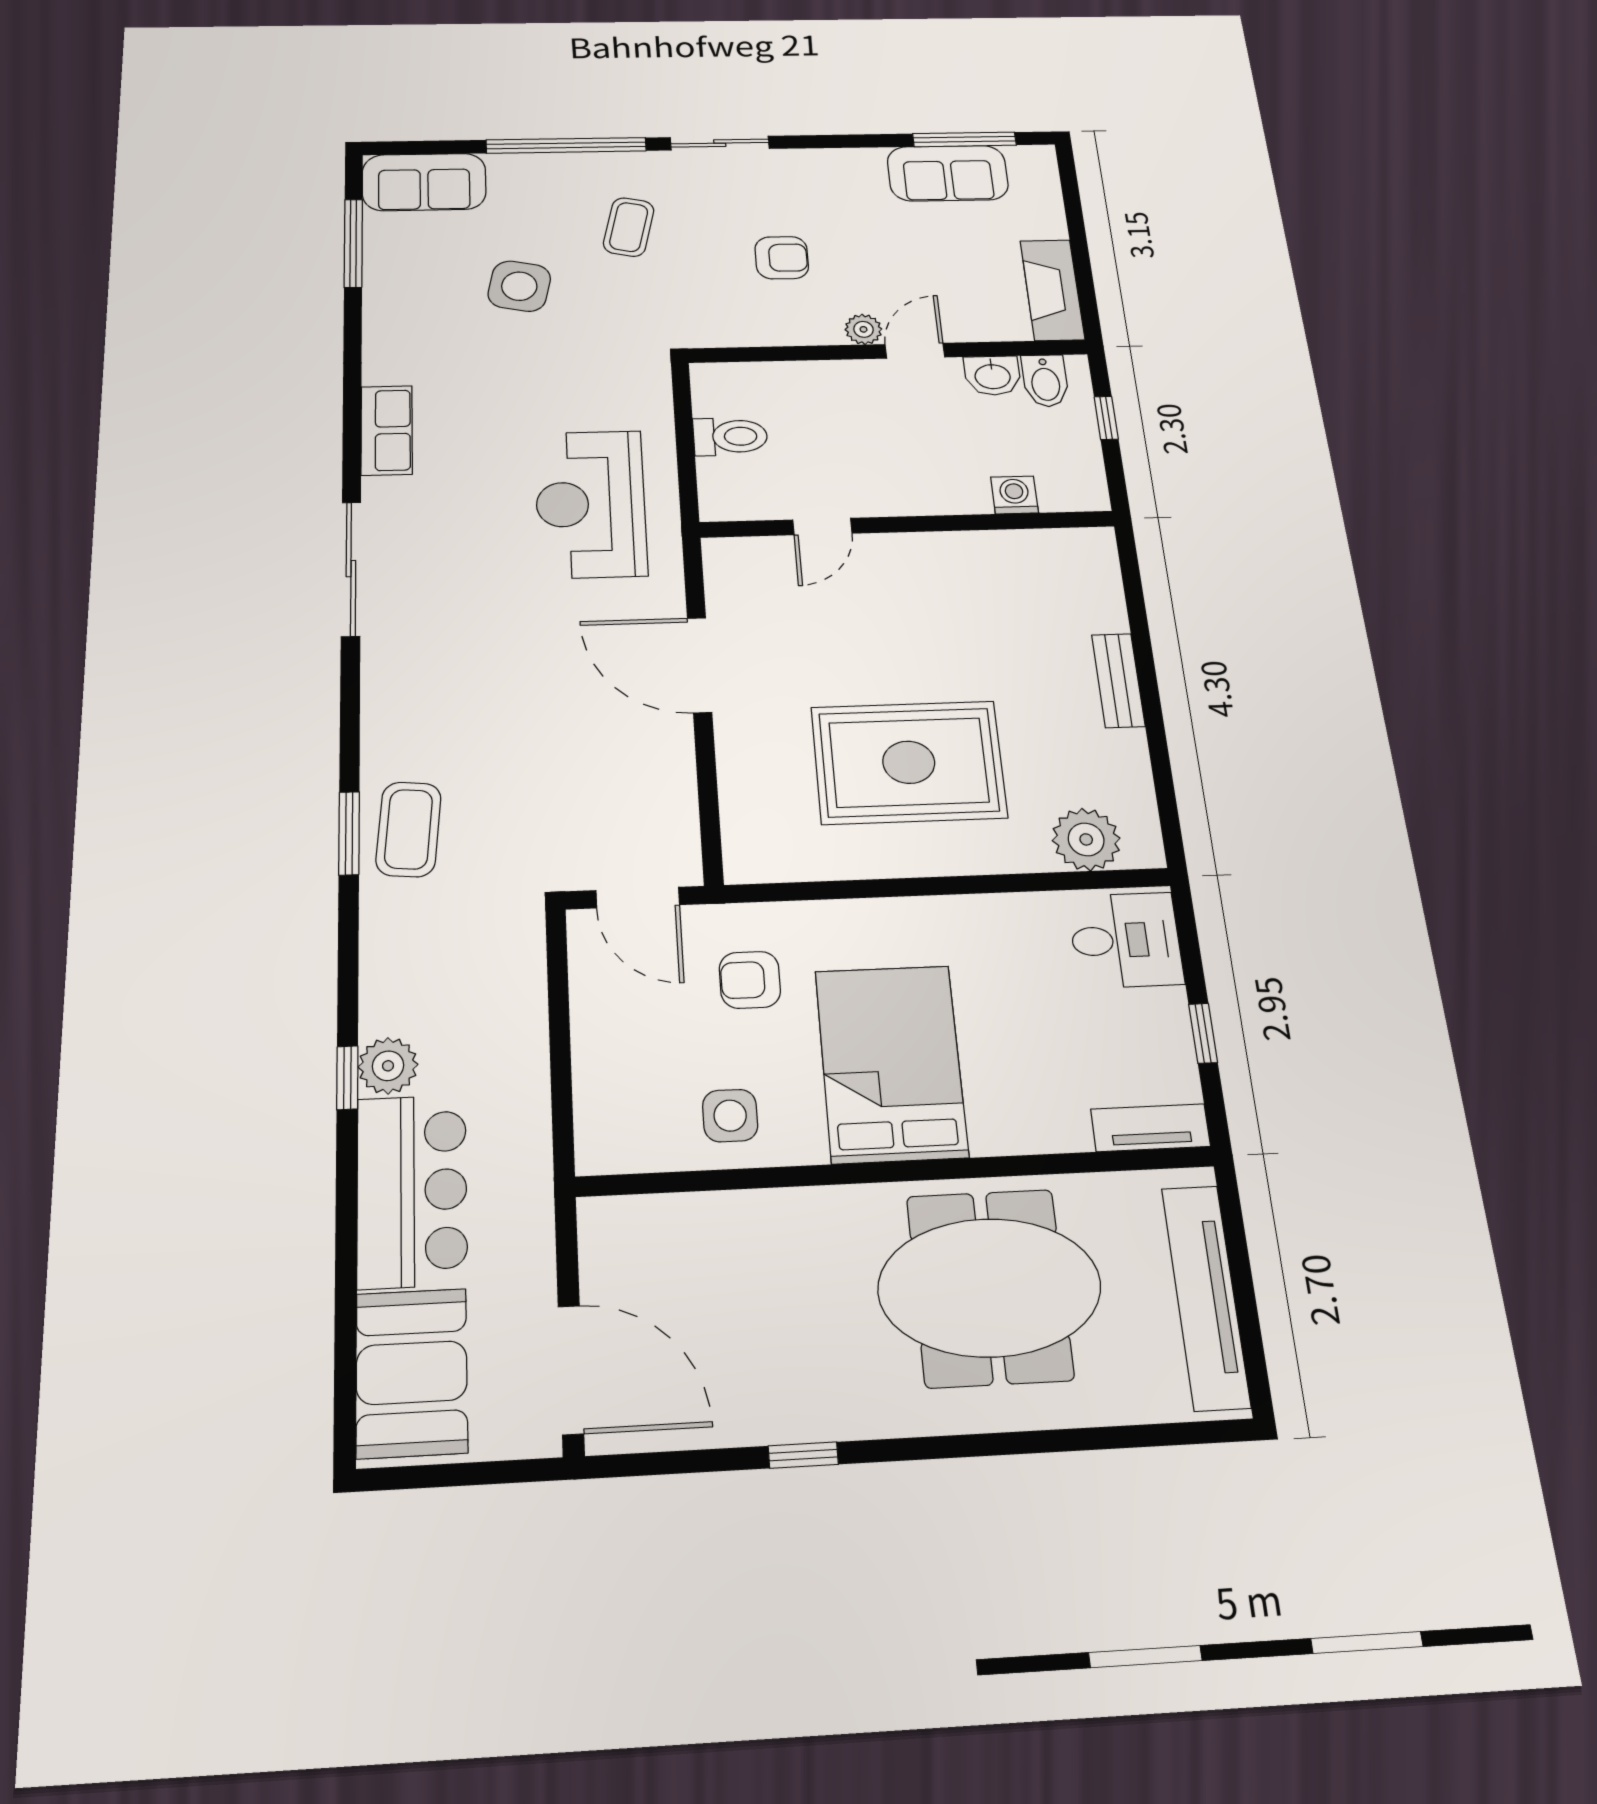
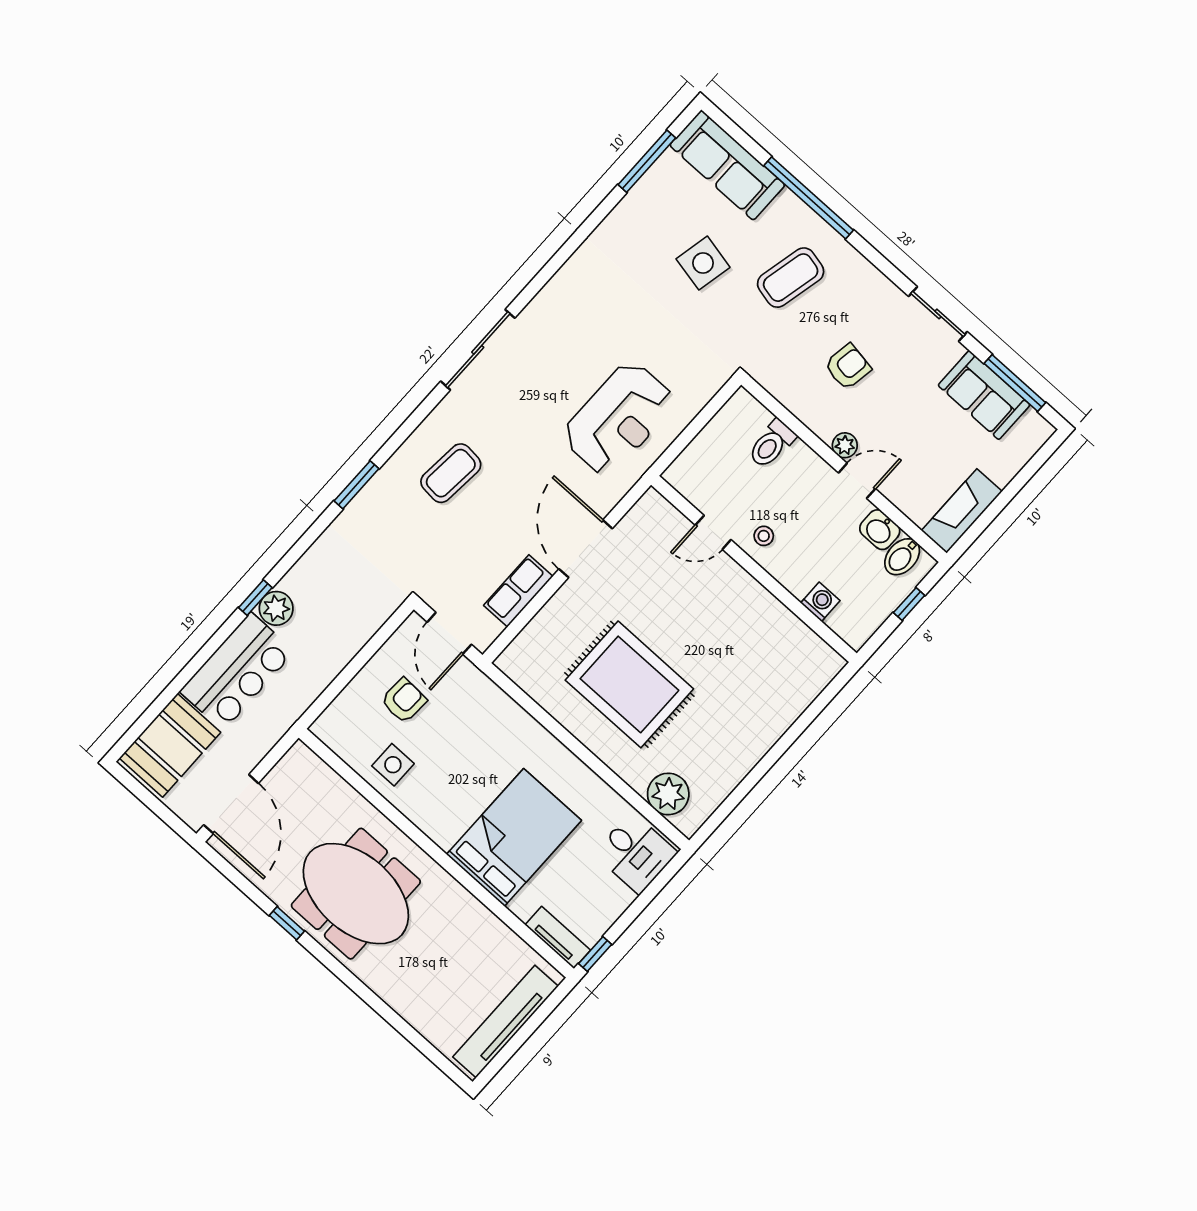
sliding door: (720, 143) -> (938, 314), moved
sofa: (424, 182) -> (727, 165), width x1.36
coffee table: (629, 227) -> (791, 278), width x1.36, depth x1.30
armchair: (782, 258) -> (848, 367), turned -81
row of seats: (387, 430) -> (518, 591), moved, turned 180
toilet: (730, 436) -> (772, 444), moved, turned 90
stool: (880, 484) -> (764, 536), added
reception desk: (591, 504) -> (619, 418), turned 180
bench: (1118, 680) -> (765, 737), removed
coffee table: (409, 829) -> (451, 473), moved
armchair: (750, 980) -> (404, 701), moved, turned 93
window: (1203, 1033) -> (595, 954), moved
bed: (891, 1063) -> (514, 837), moved
meeting table: (989, 1287) -> (356, 894), moved

